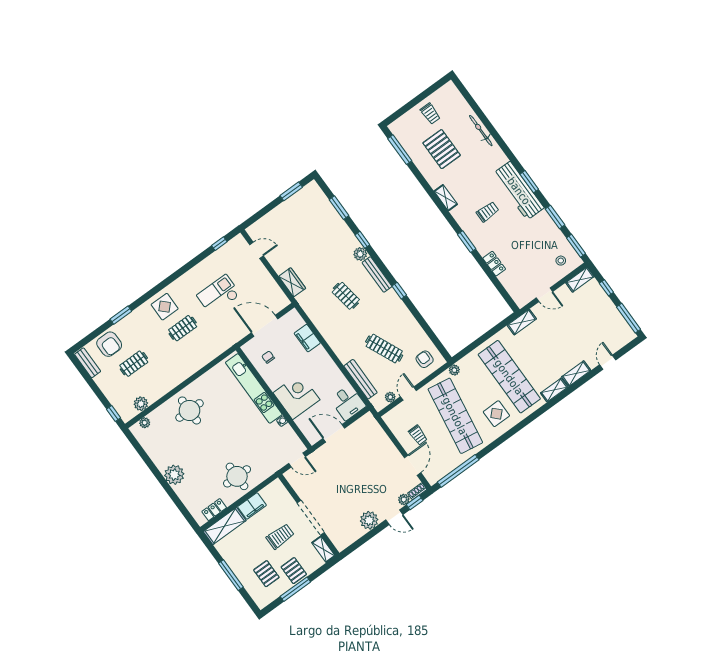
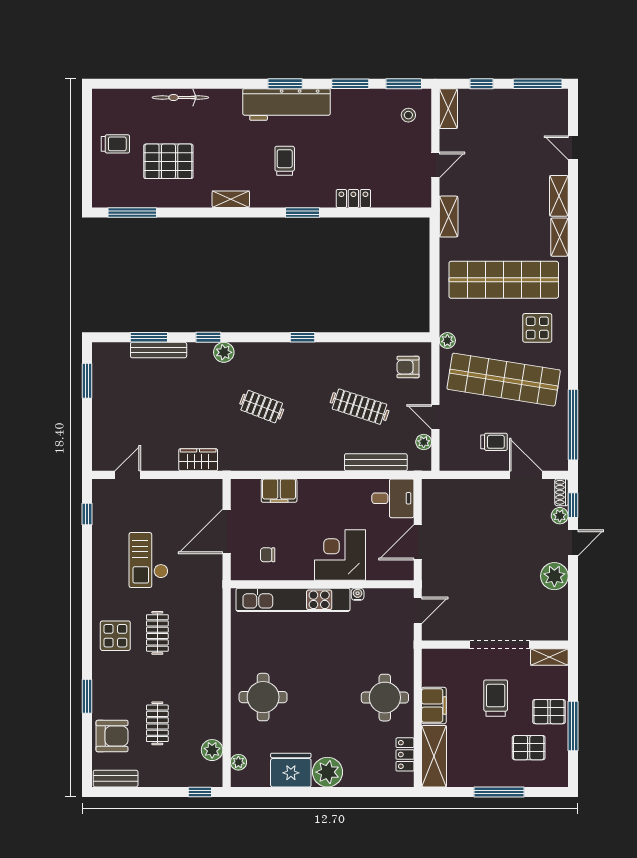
bench: (377, 275) -> (159, 350), moved
clothes rail: (346, 296) -> (262, 407), turned 30
clothes rail: (384, 349) -> (360, 407), turned 42
fridge: (161, 454) -> (291, 770), added

